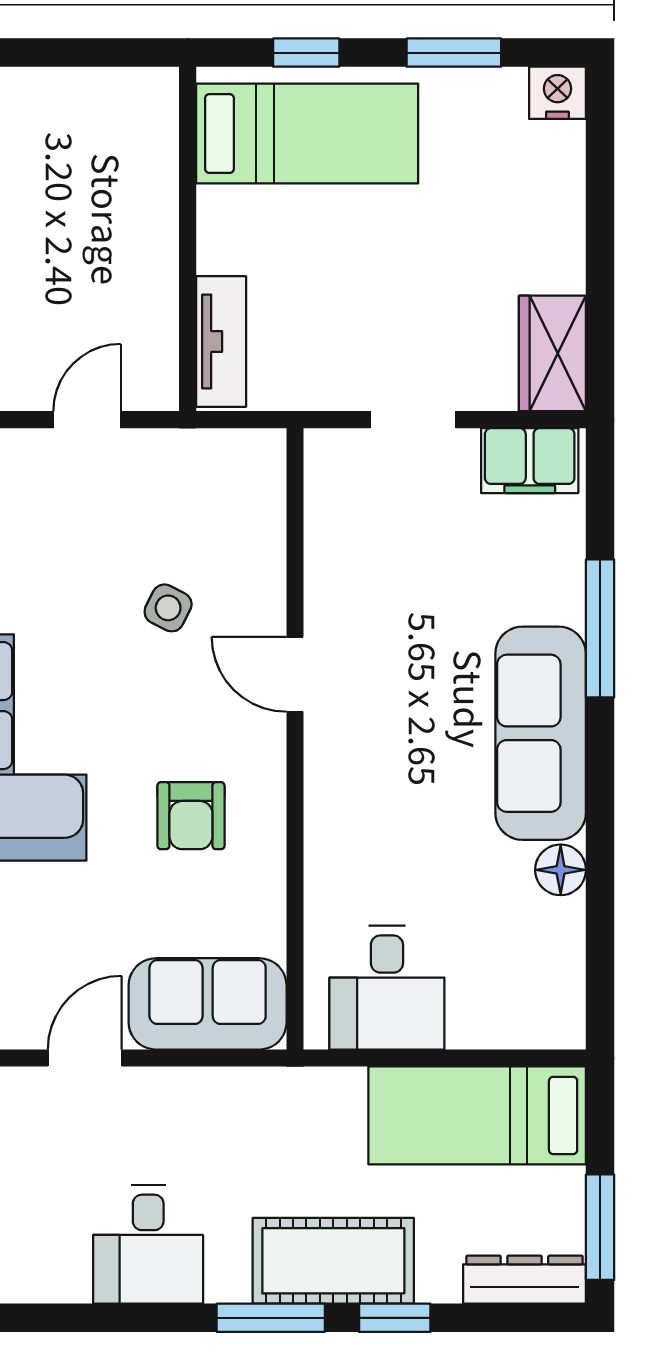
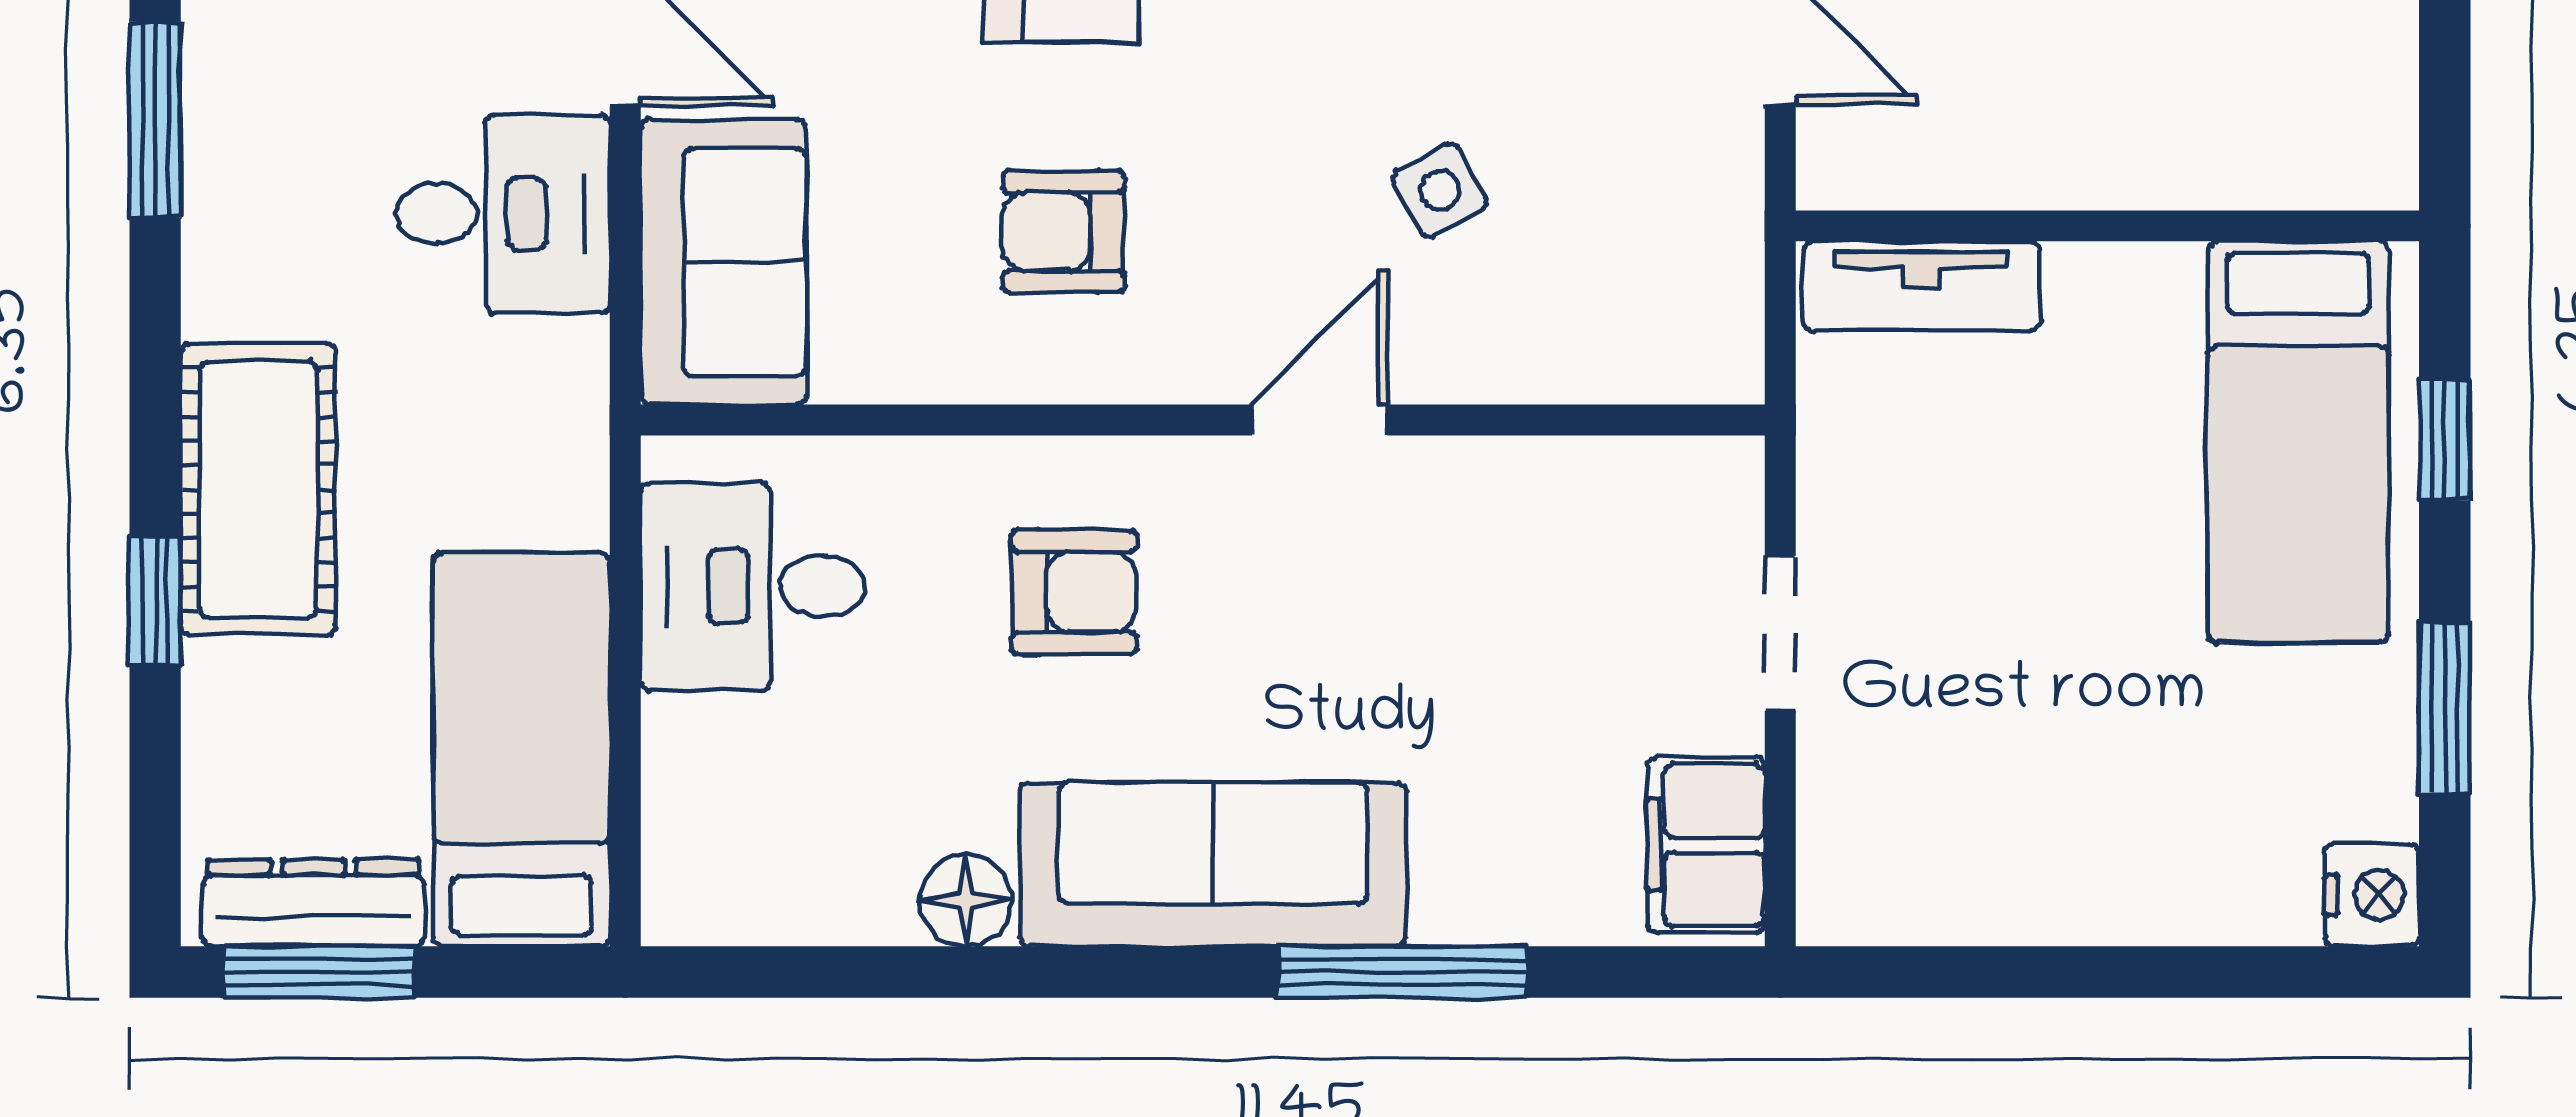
wardrobe: (552, 353) -> (1900, 886), removed
side table: (168, 608) -> (1440, 190), turned 34
armchair: (390, 810) -> (1074, 592), added
desk: (148, 1244) -> (503, 214), moved, turned 180
dresser: (524, 1280) -> (313, 903), moved, turned -90
window: (271, 1318) -> (155, 120), moved

